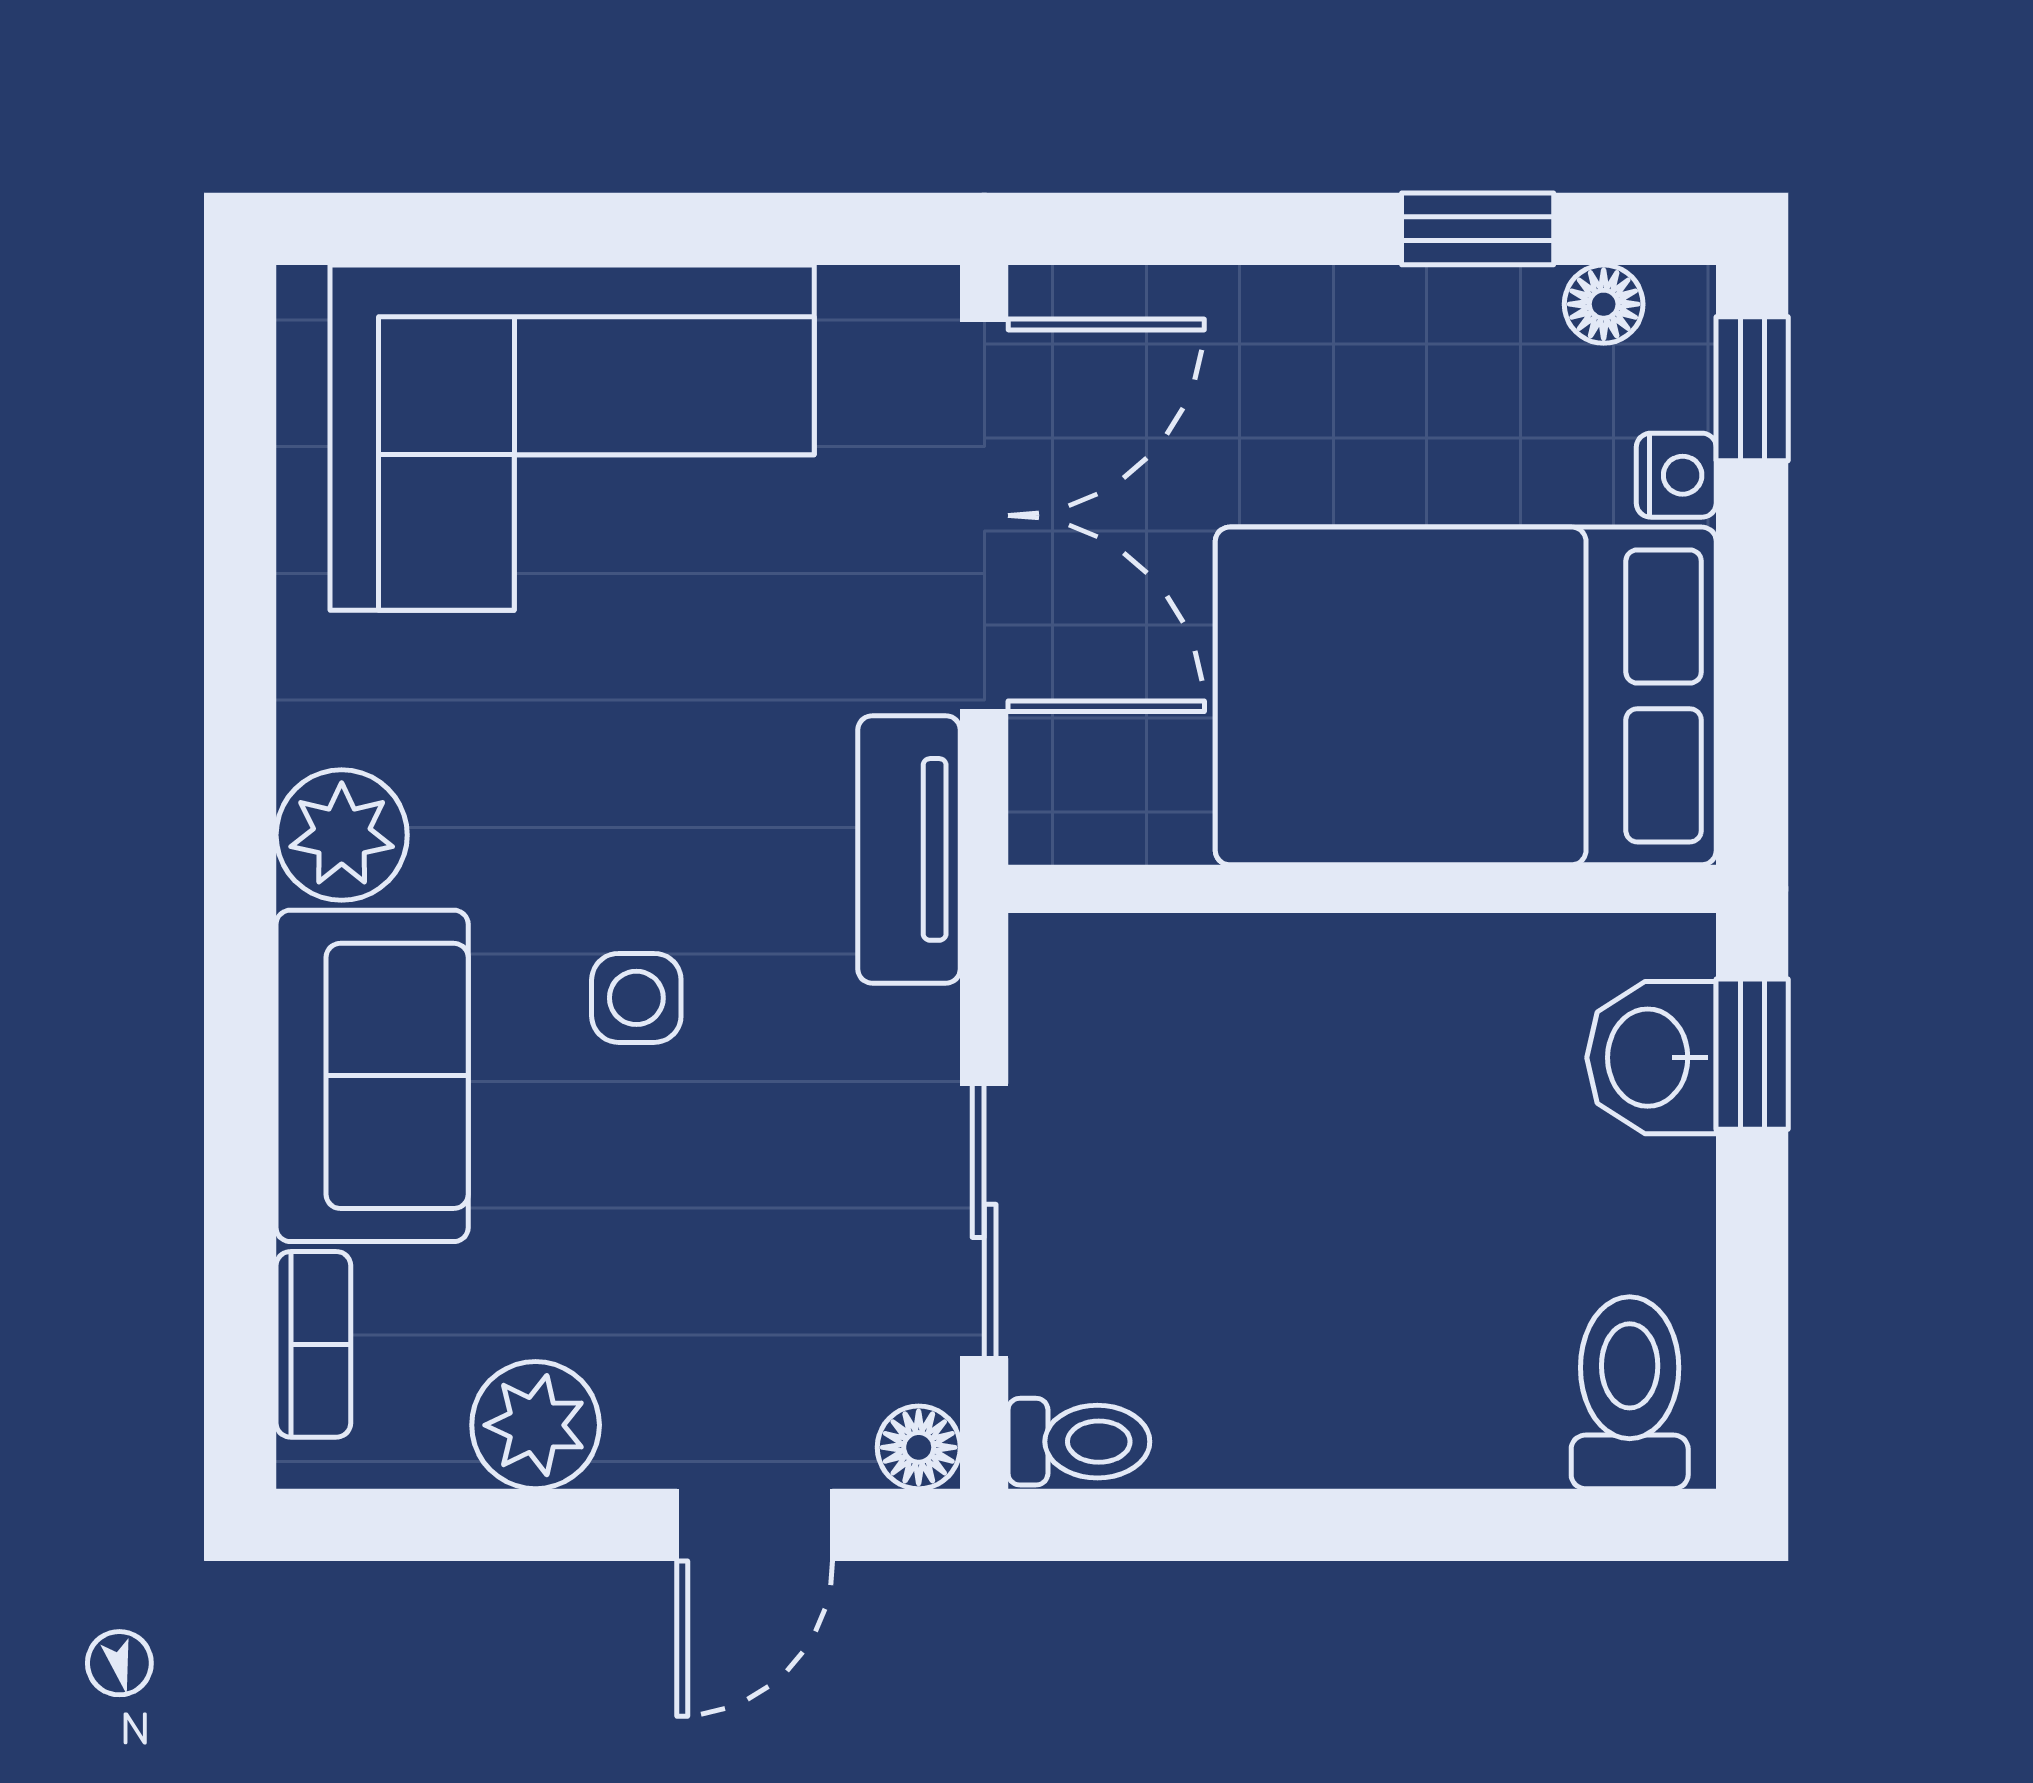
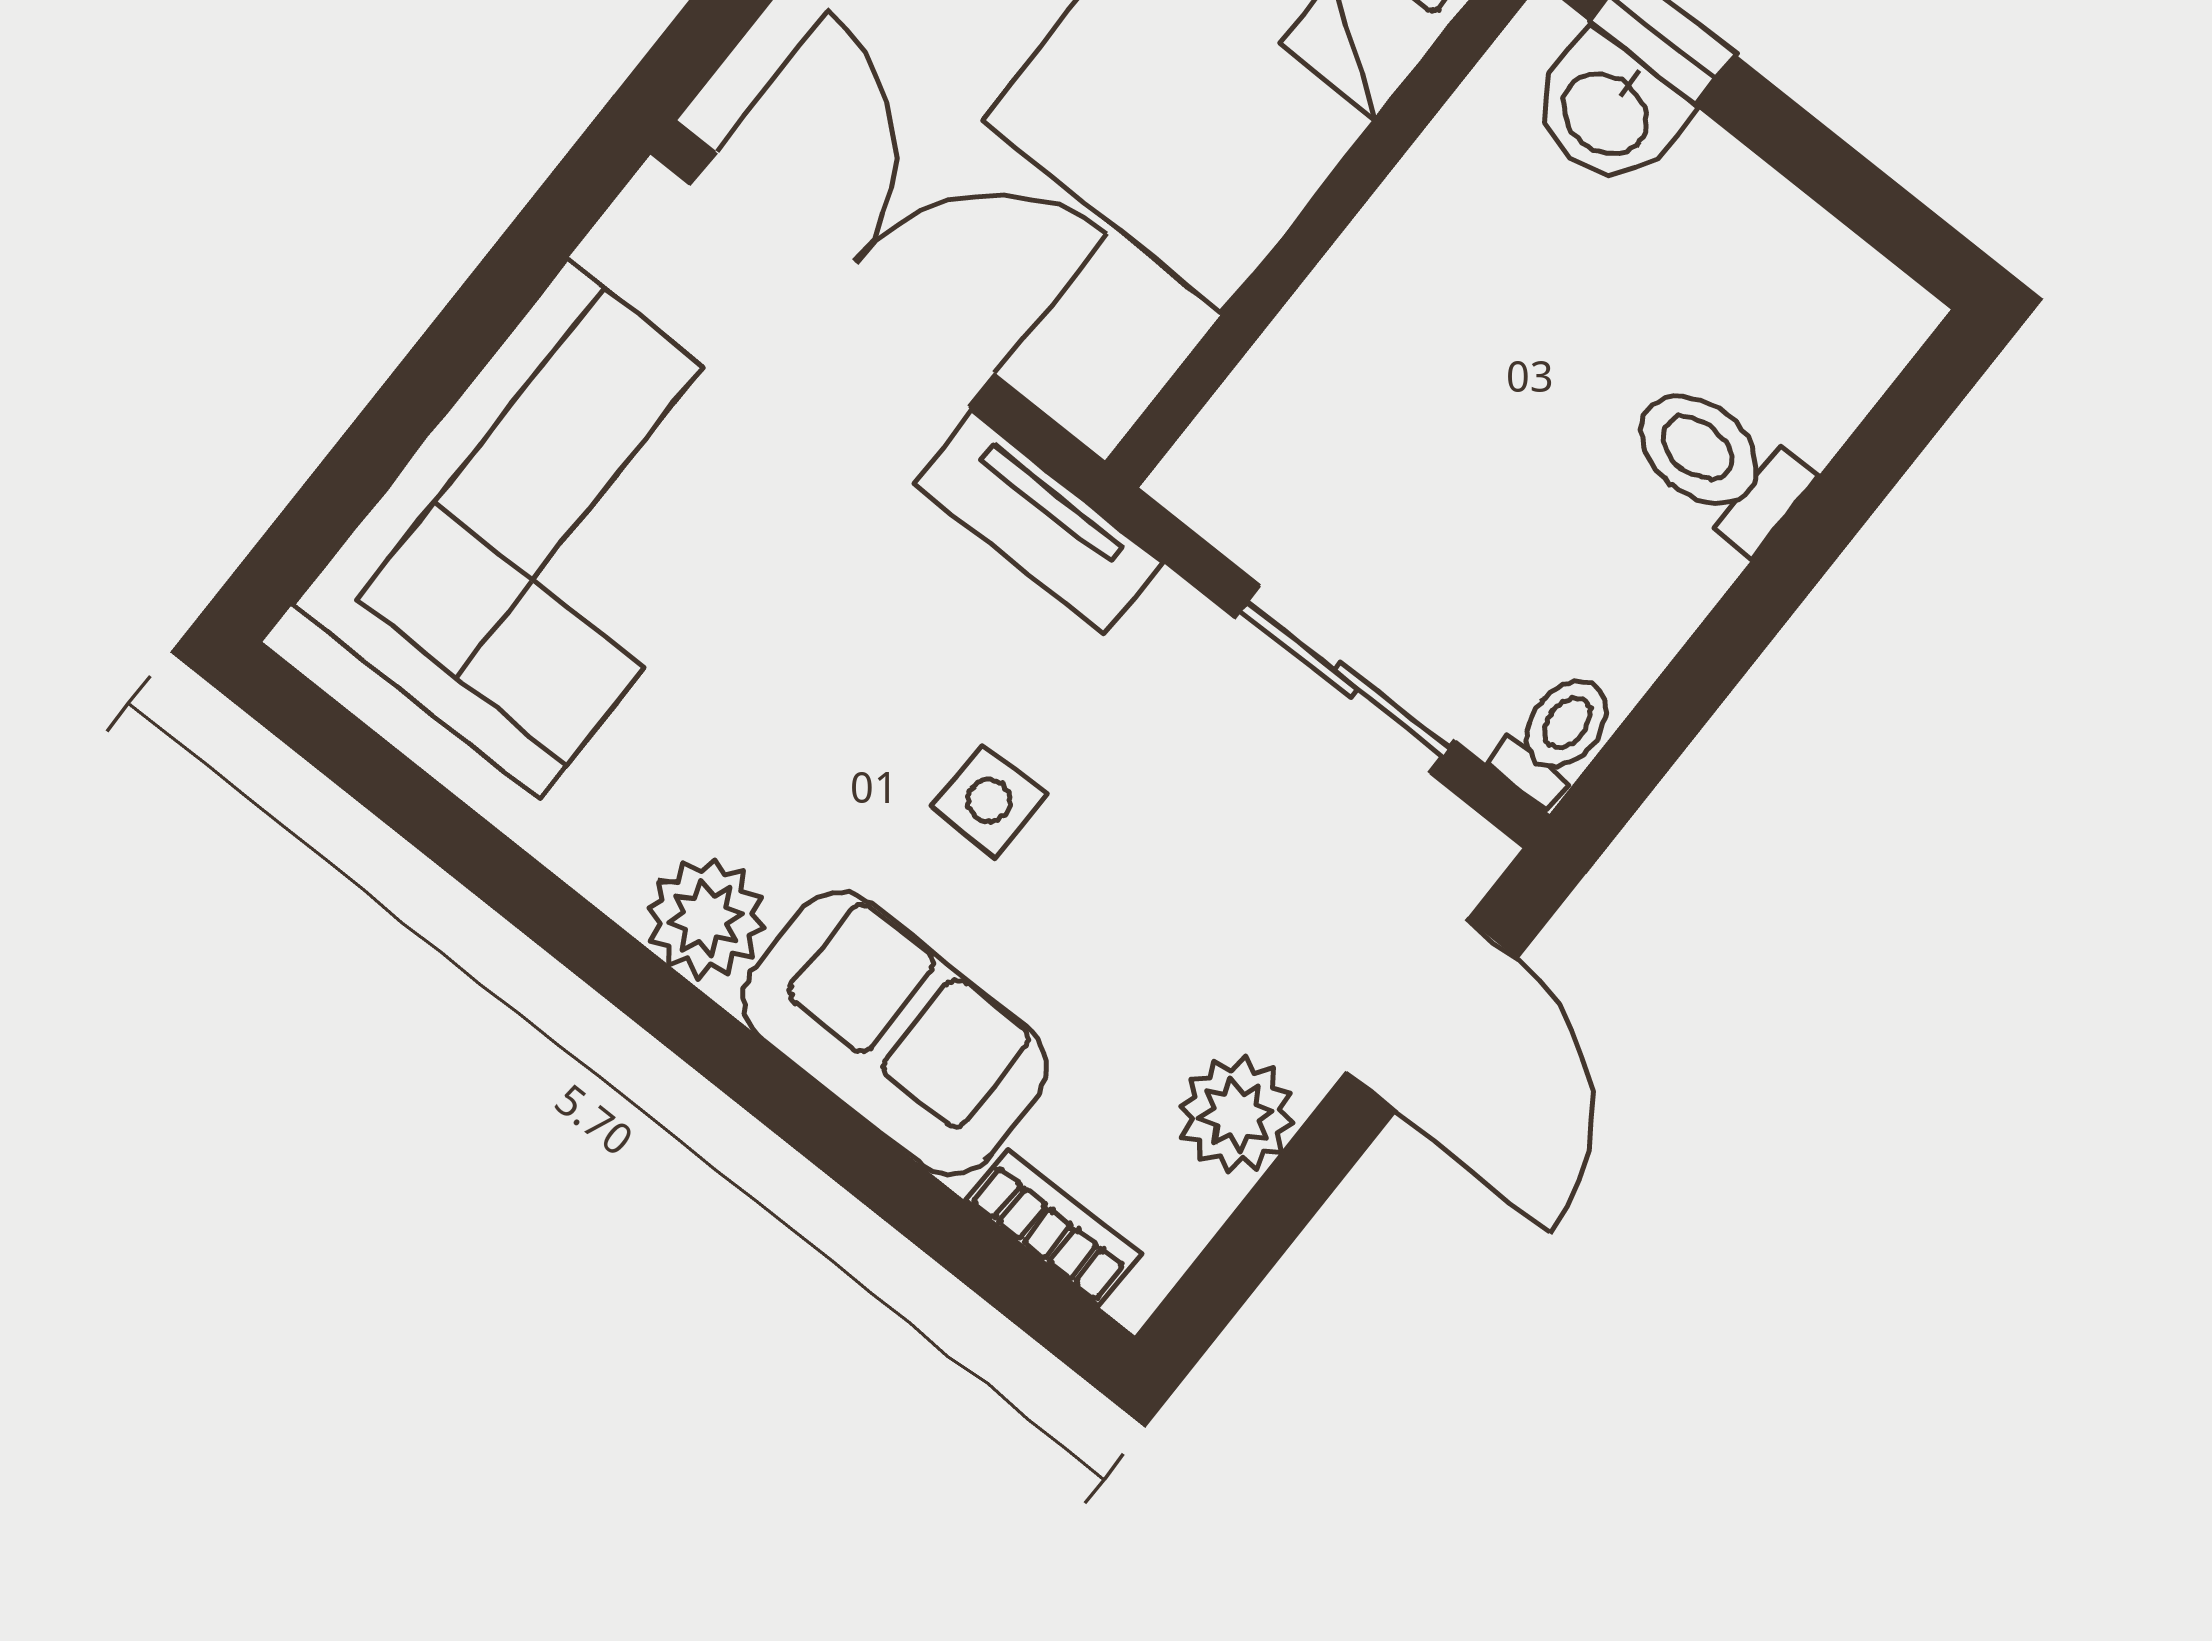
toilet: (1630, 1393) -> (1717, 464), moved
floor lamp: (919, 1447) -> (1469, 854), removed
door: (755, 1525) -> (1432, 1015), width x1.38

